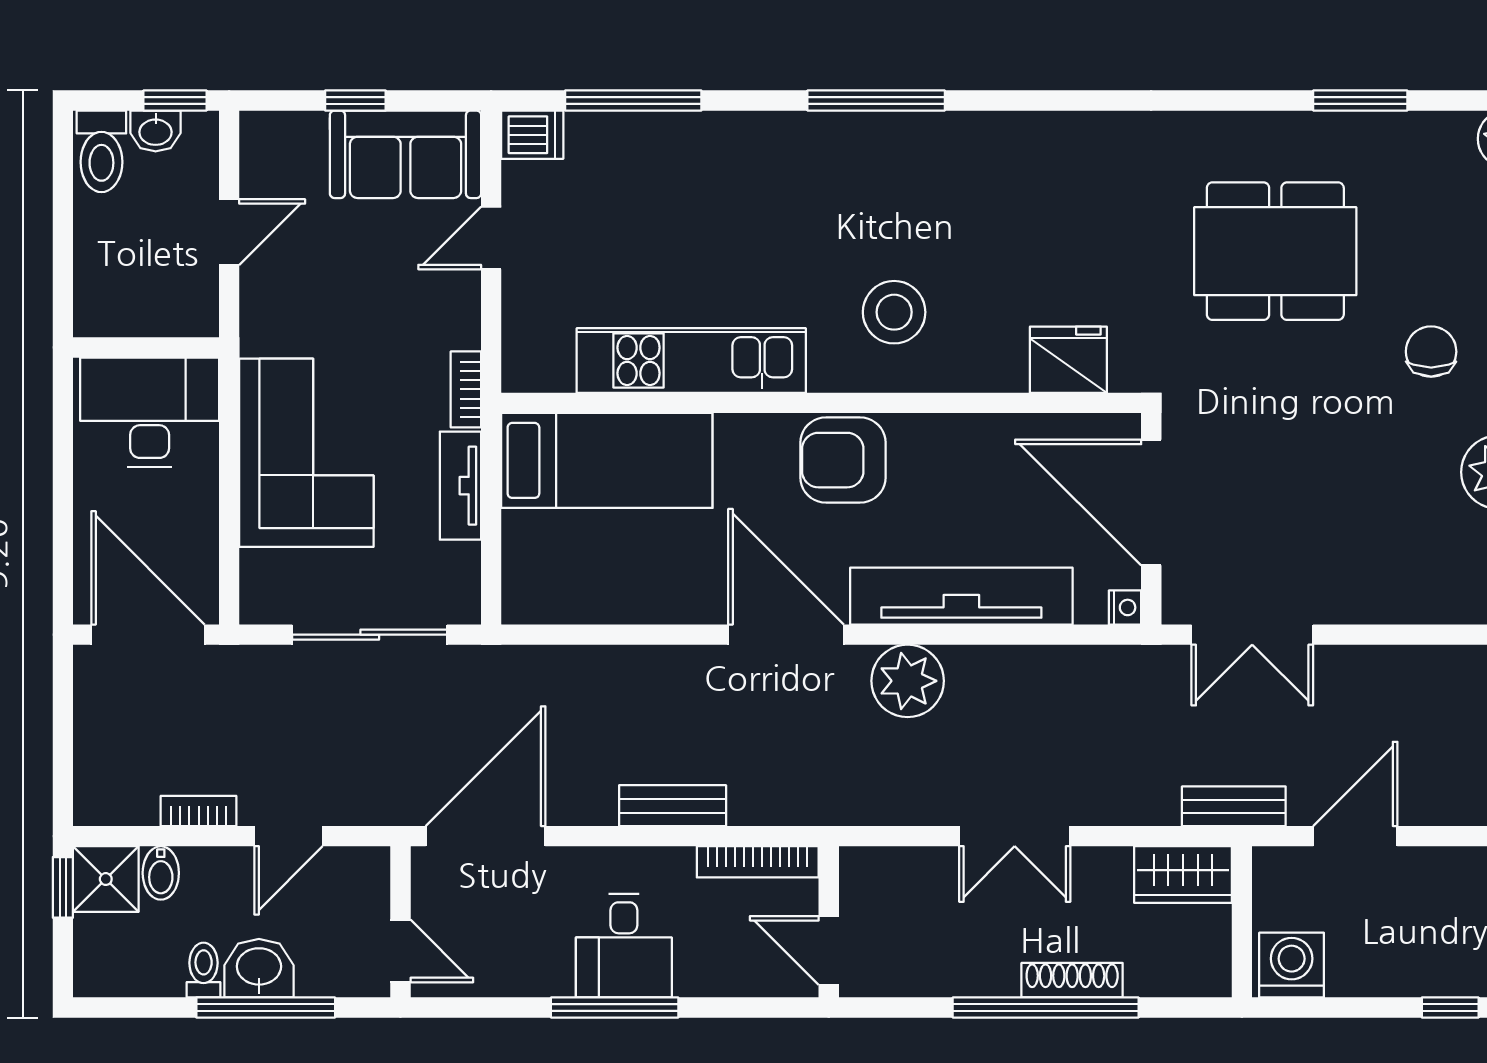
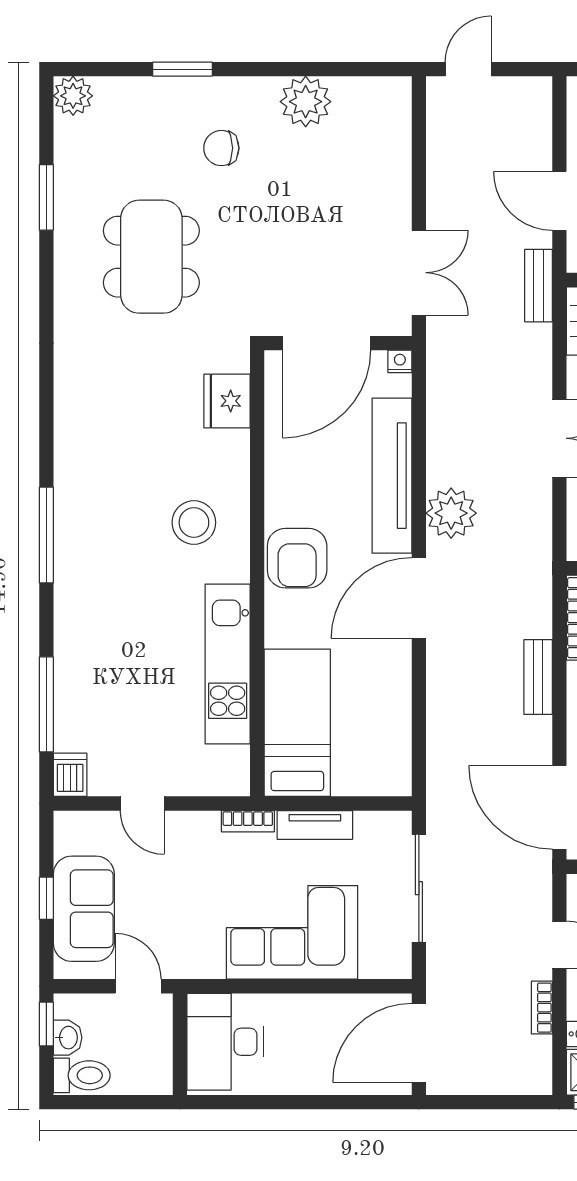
sofa: (406, 154) -> (84, 909), moved
wall: (146, 347) -> (180, 1044), moved
desk: (150, 412) -> (225, 1042), moved

